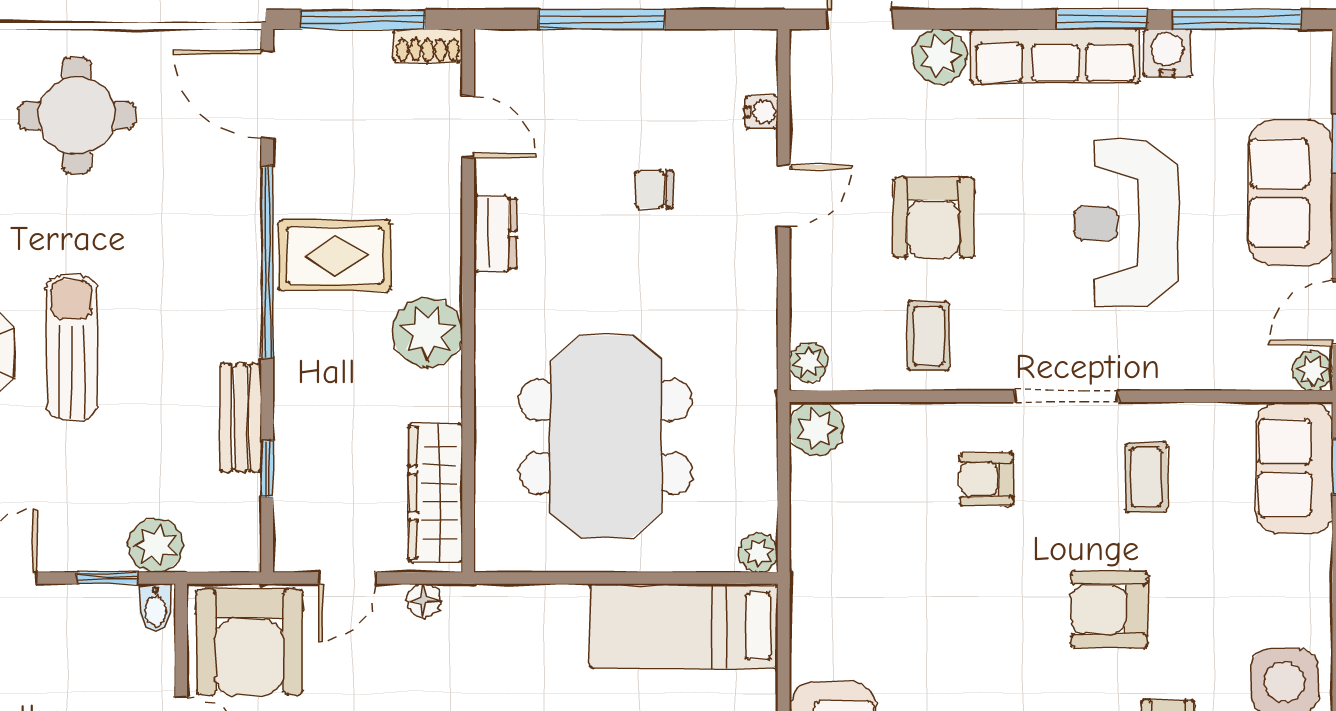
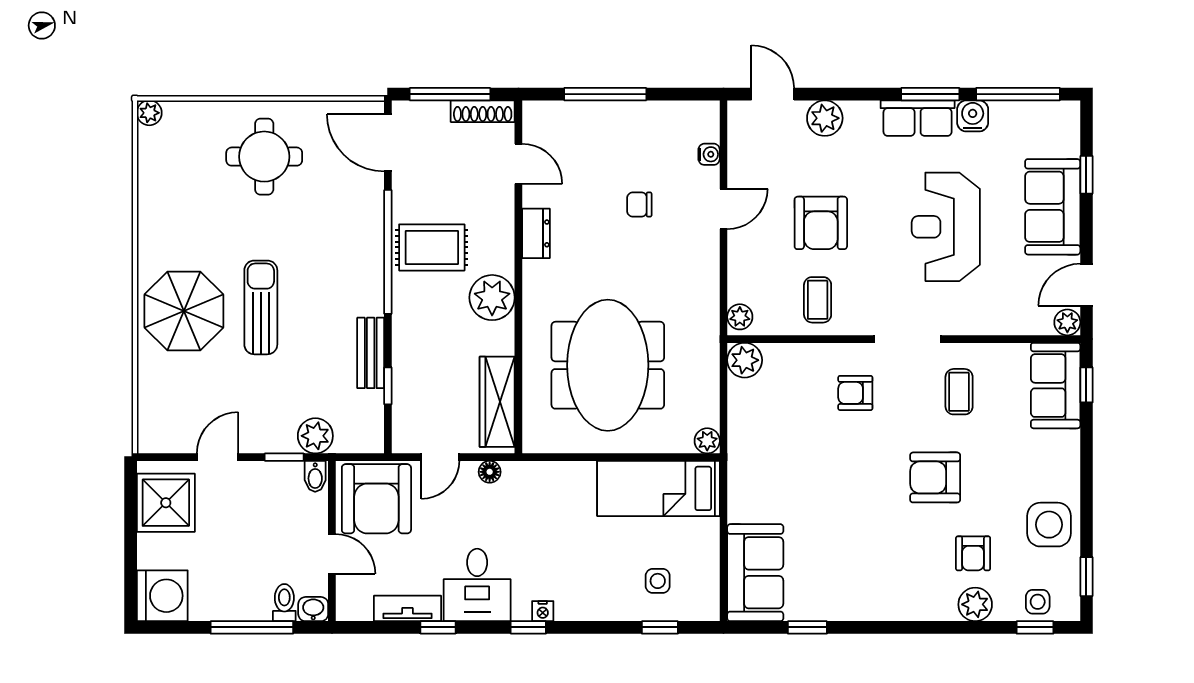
shoe rack: (428, 46) -> (483, 111), width x1.43
row of seats: (1055, 56) -> (918, 118), width x0.68

